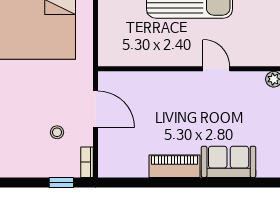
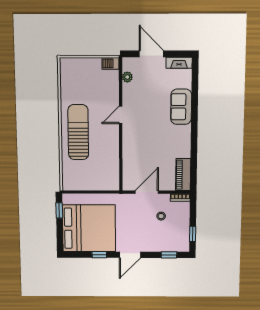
piano: (174, 166) -> (183, 175), moved
window: (61, 182) -> (193, 234), moved

